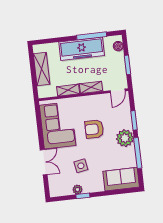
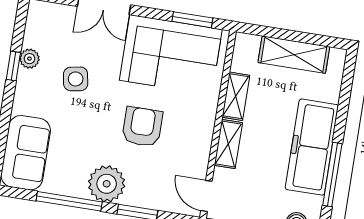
window: (39, 120) -> (192, 20), added

